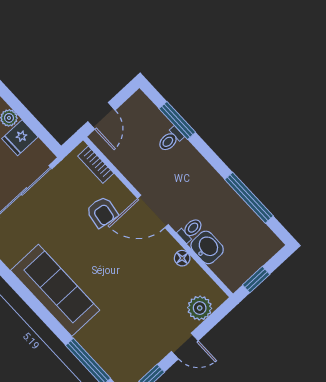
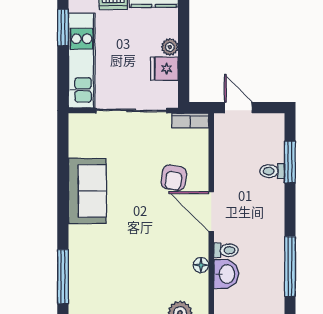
door: (102, 116) -> (238, 108), swing flipped
bookcase: (96, 165) -> (190, 120), moved, turned -90
sofa: (55, 290) -> (87, 191), width x0.73

